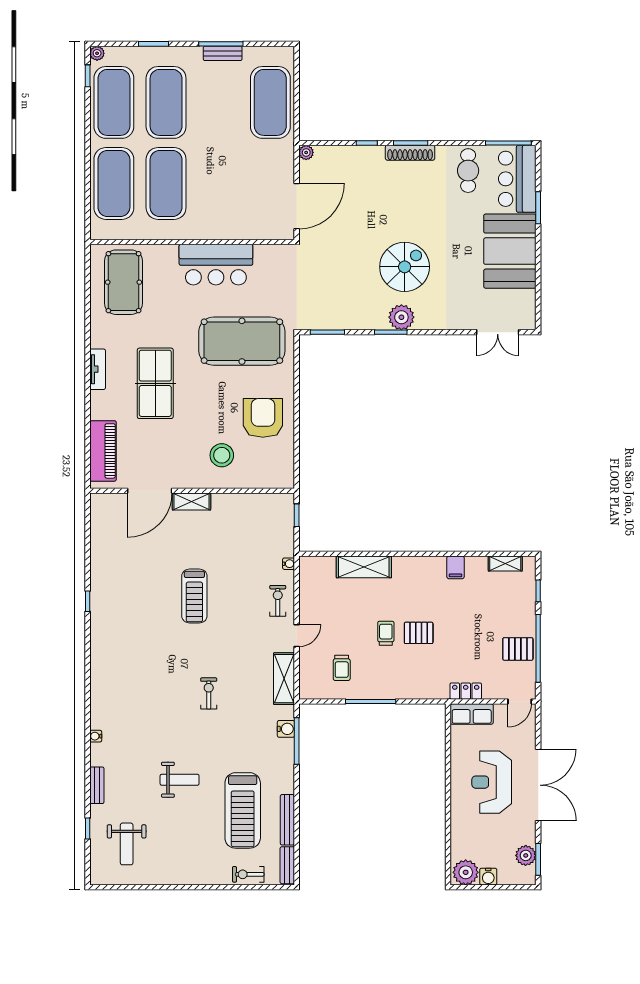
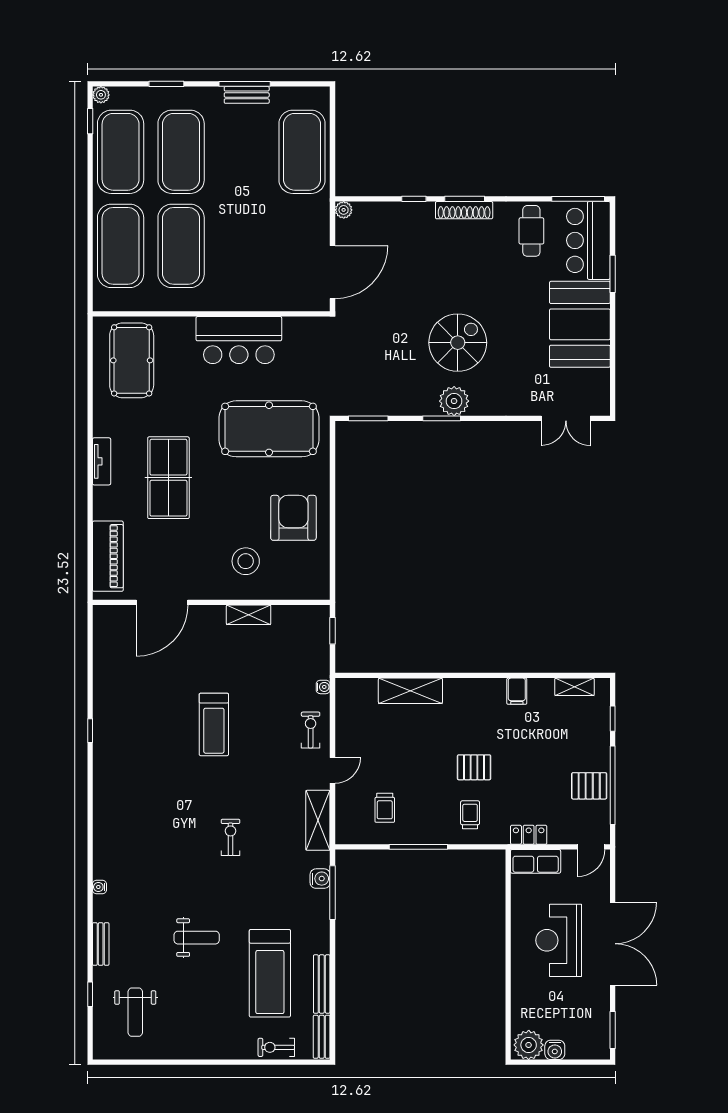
shelving: (191, 501) -> (249, 615), moved
trolley: (386, 633) -> (470, 815), moved
plant: (526, 855) -> (598, 1025), removed

